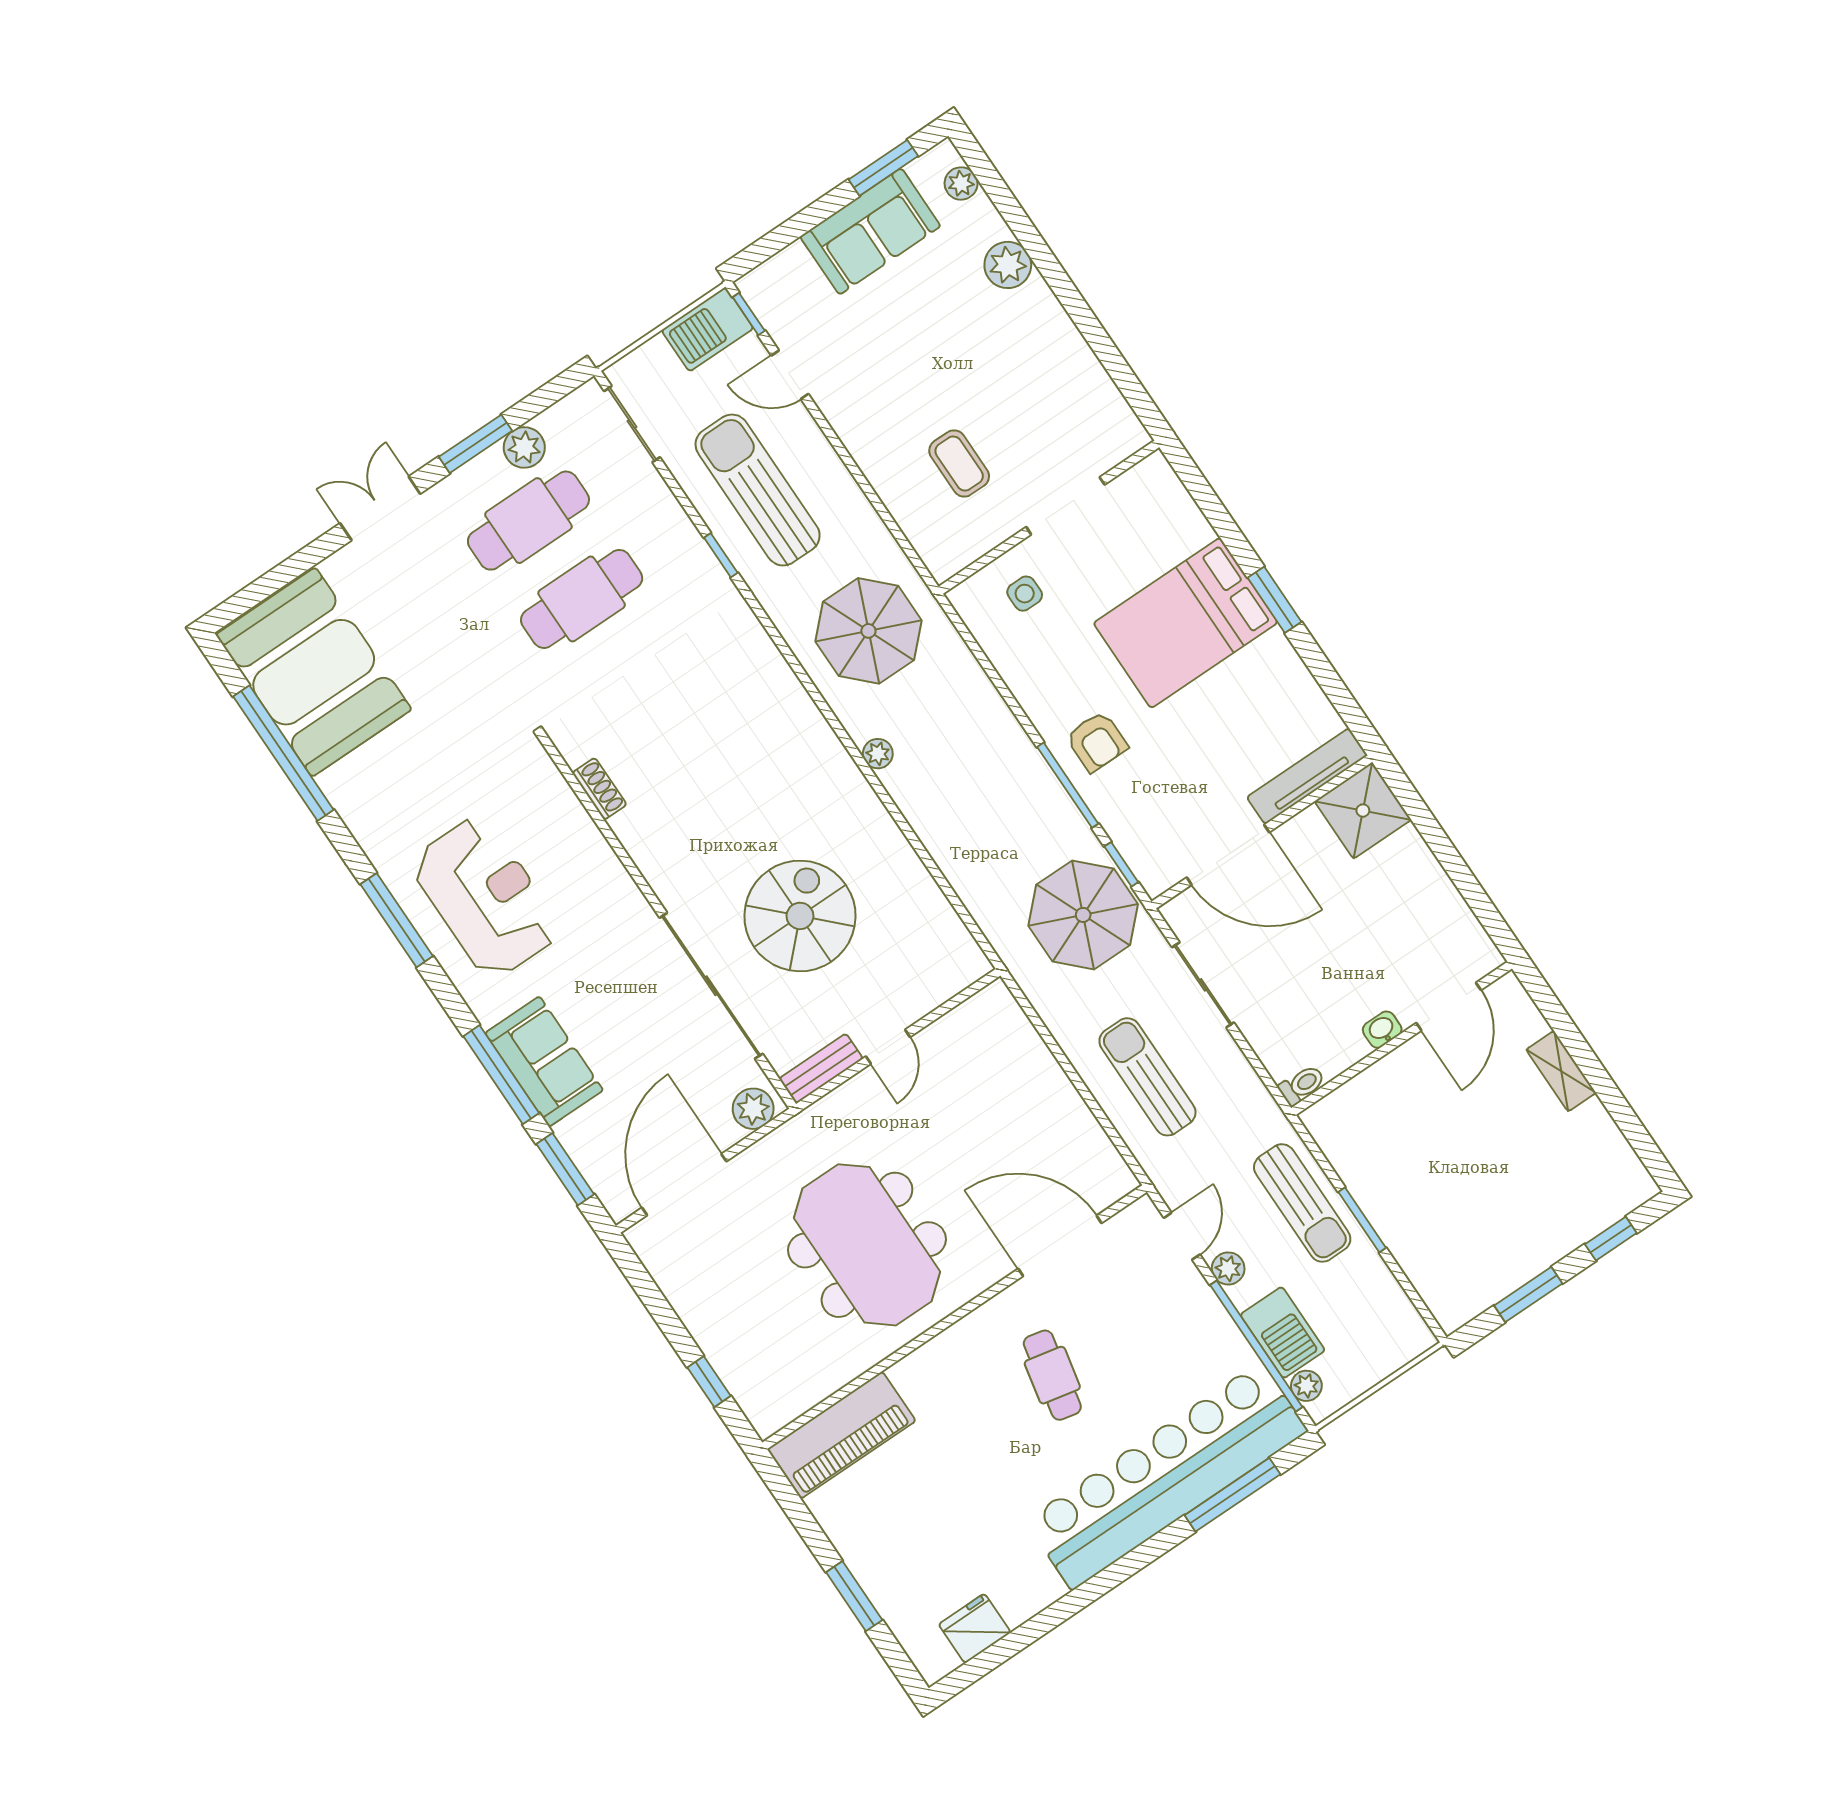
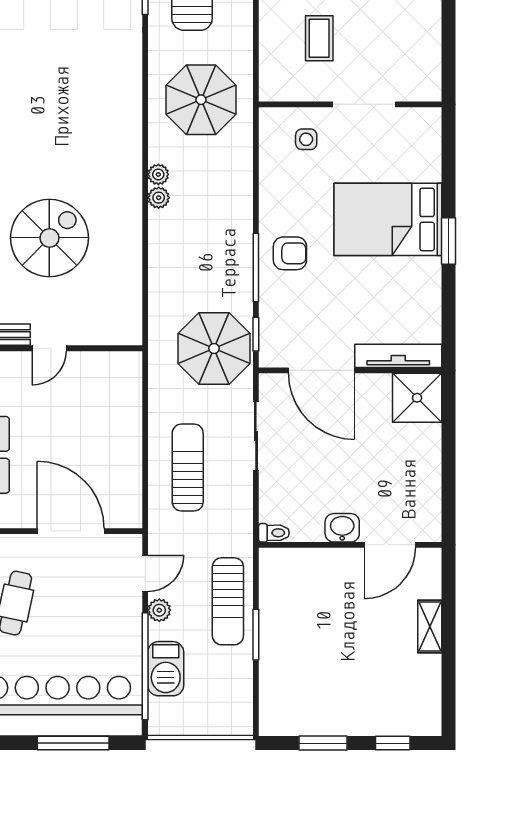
armchair: (1097, 742) -> (290, 253), turned -90
washbasin: (1382, 1030) -> (342, 528), width x1.38, depth x1.45
plant: (1306, 1386) -> (159, 198), moved

